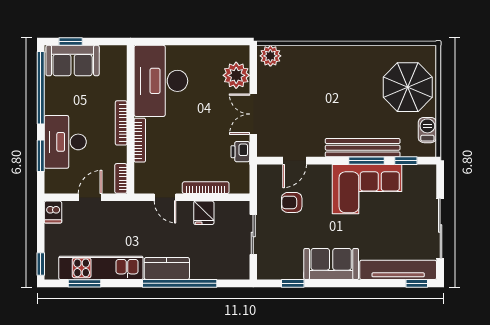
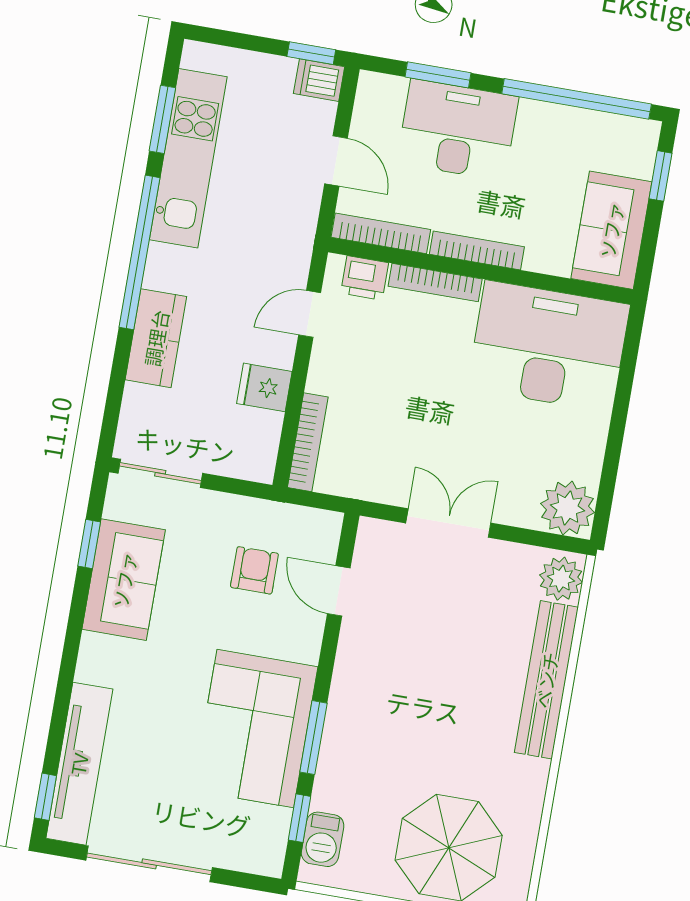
sofa: (73, 61) -> (611, 230), moved
plant: (236, 75) -> (567, 508), moved
barbecue: (427, 130) -> (323, 839), moved, turned 90
bench: (363, 148) -> (546, 680), moved
printer: (240, 152) -> (365, 278), moved, turned 180
bookcase: (121, 178) -> (381, 233), width x1.56
bookcase: (206, 188) -> (308, 442), moved
sliding door: (253, 235) -> (160, 473), moved
window: (41, 264) -> (311, 53), moved
sofa: (331, 264) -> (124, 580), moved
kitchen counter: (167, 269) -> (156, 338), moved
window: (180, 283) -> (139, 252), moved

